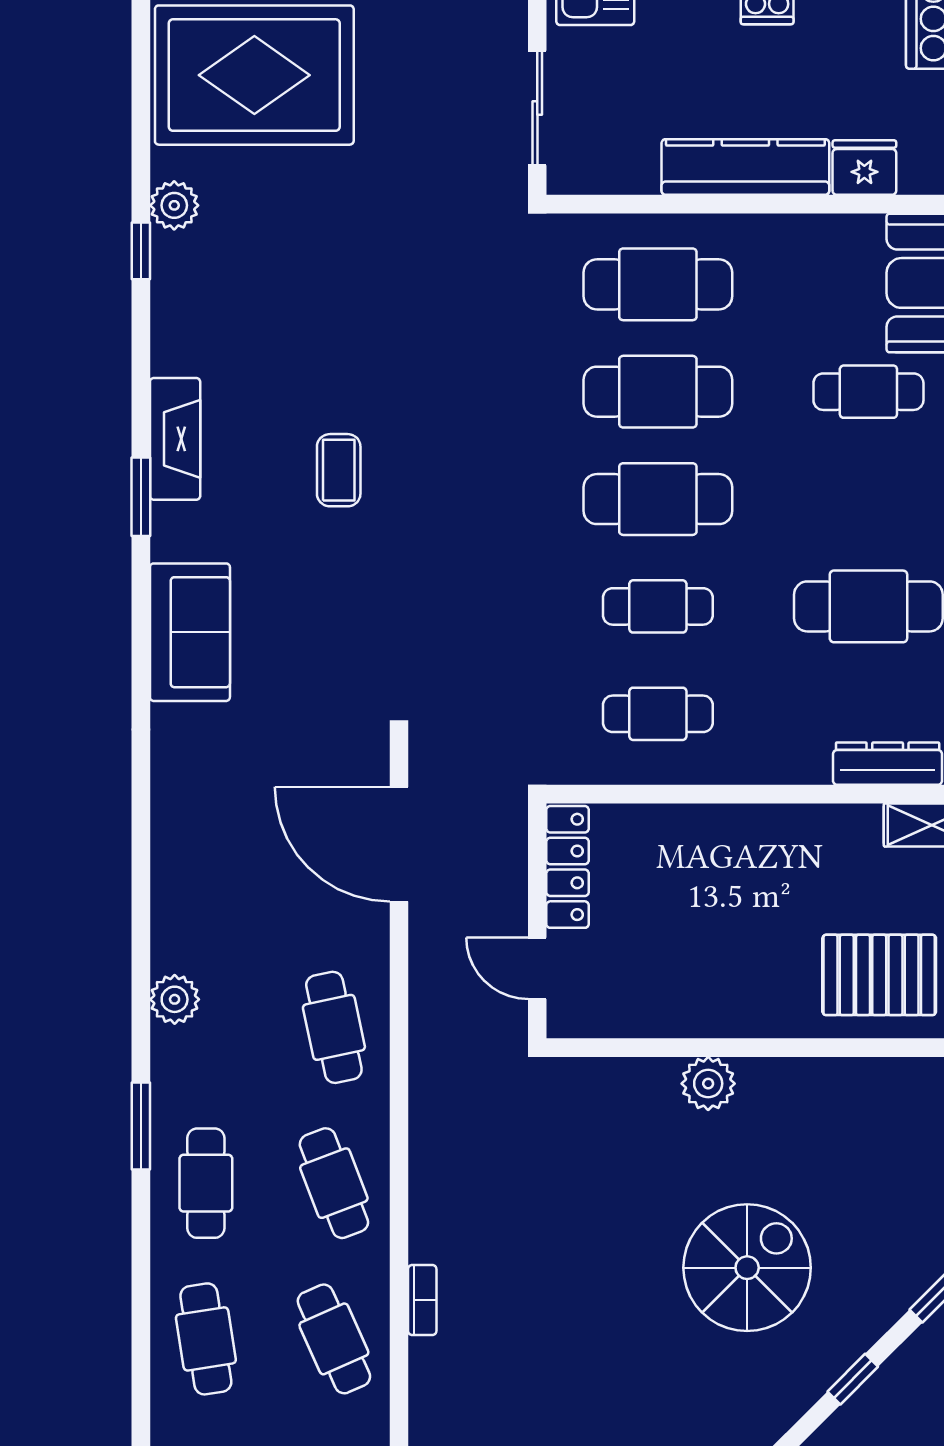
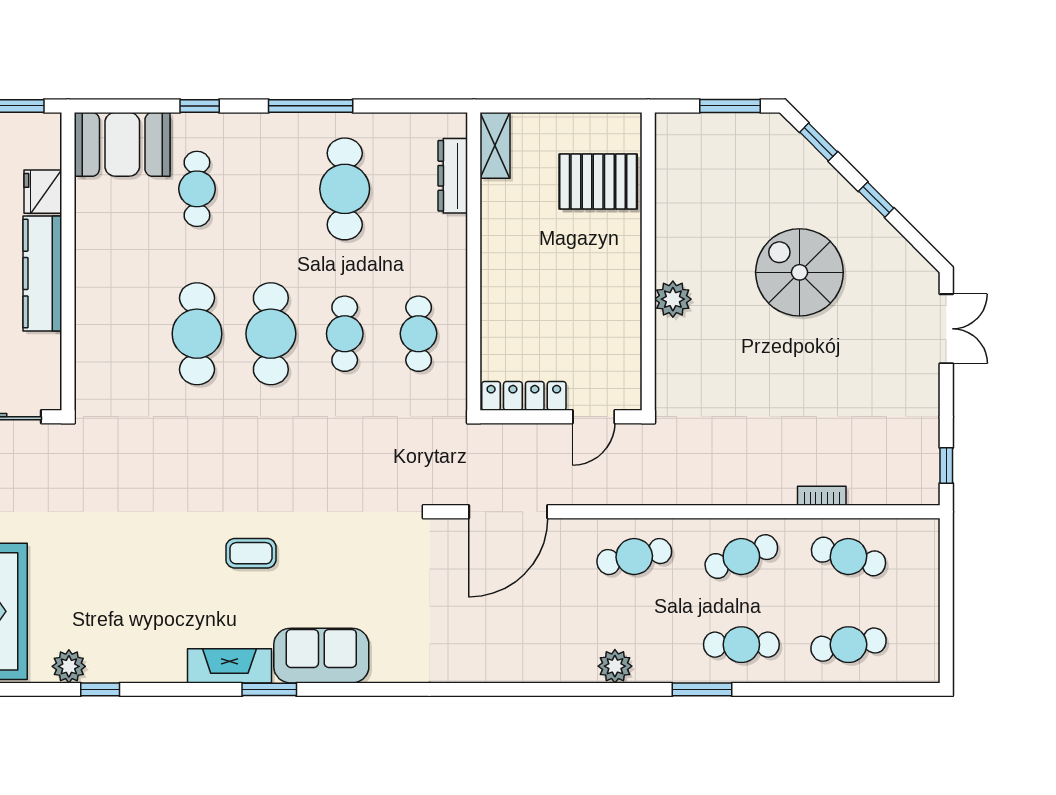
cafe table: (658, 284) -> (123, 334), removed
sofa: (190, 632) -> (321, 656), moved
pallet: (879, 975) -> (598, 181), turned 90
cafe table: (334, 1339) -> (849, 557), turned 39

